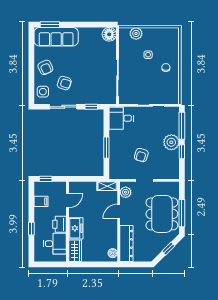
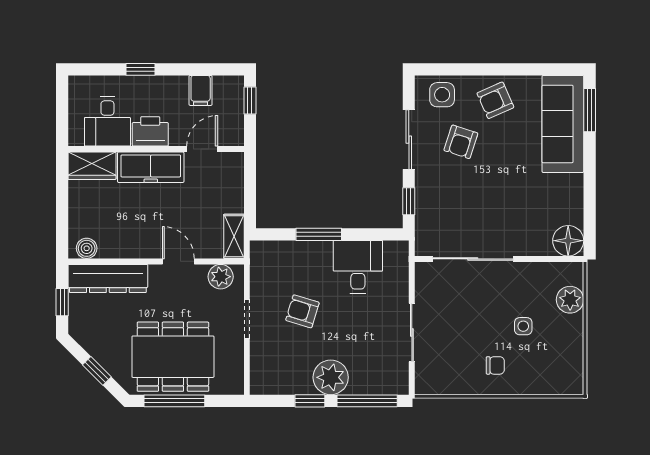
desk: (121, 118) -> (358, 267), moved
door: (68, 201) -> (202, 149), swing flipped
freezer: (76, 228) -> (151, 167), width x1.40
window: (137, 264) -> (62, 302), added

